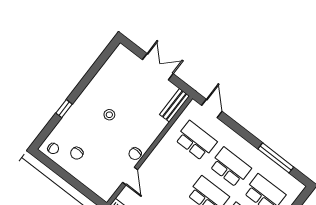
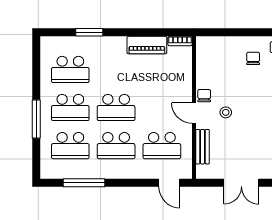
bench: (175, 105) -> (202, 147), moved
stool: (109, 115) -> (226, 112), moved
door: (130, 176) -> (194, 113), moved

